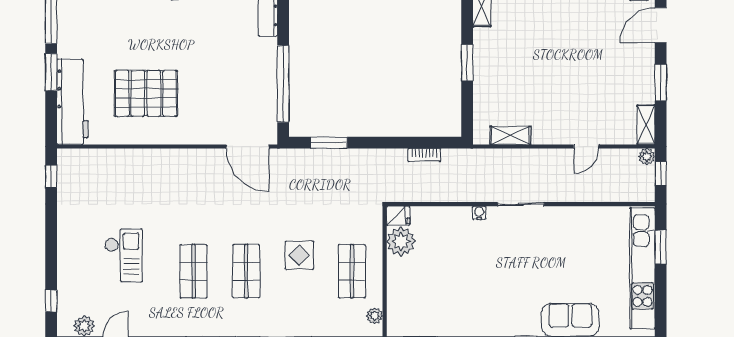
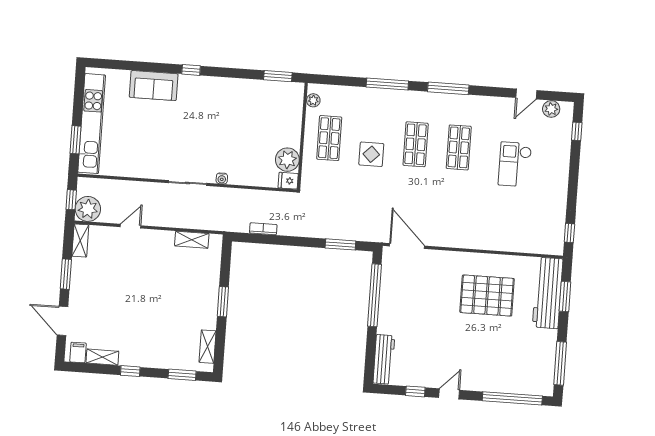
door: (661, 25) -> (62, 321), swing flipped
window: (51, 72) -> (565, 296), moved
plant: (647, 157) -> (88, 209), width x1.88, depth x1.88

